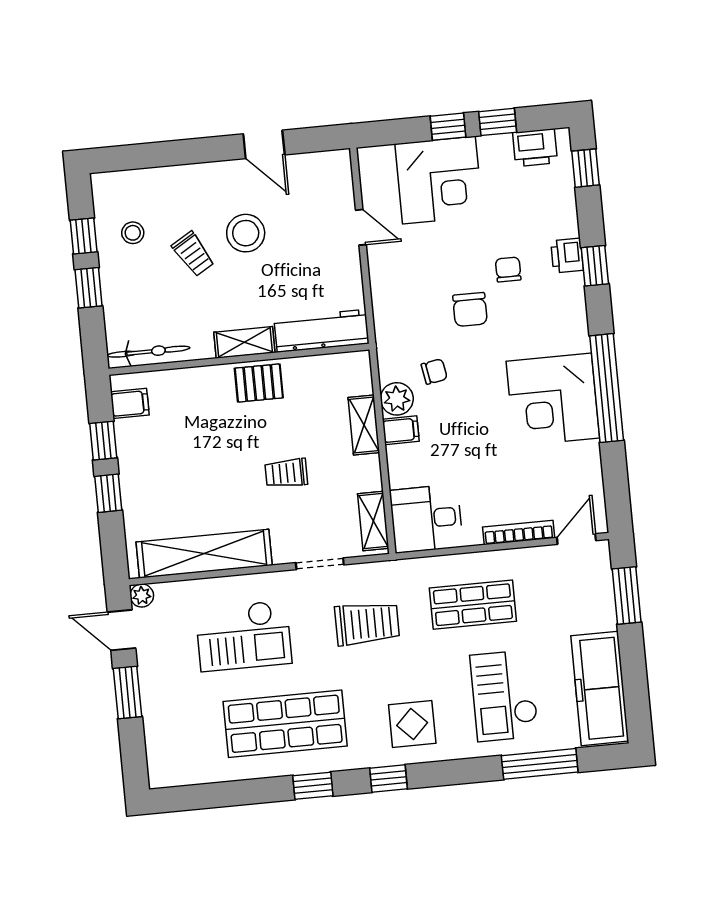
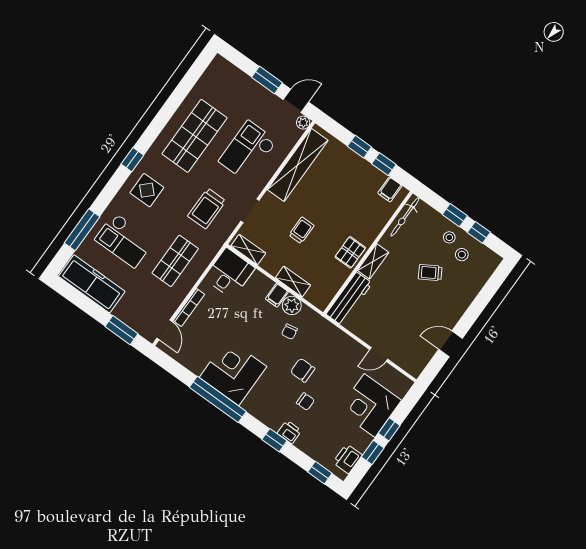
stool: (246, 233) -> (449, 237), moved, width x0.53, depth x0.53
checkout: (504, 696) -> (124, 240), turned 180
window: (313, 786) -> (158, 125), removed

